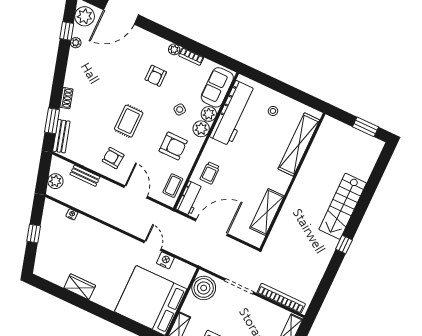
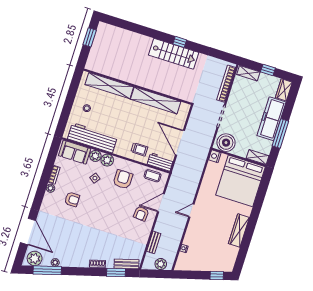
window: (67, 31) -> (47, 270), width x2.17
rug: (129, 121) -> (109, 215), removed
armchair: (113, 158) -> (141, 214), moved
stairs: (343, 206) -> (174, 54), moved
shelving: (267, 212) -> (156, 100), width x1.47
window: (34, 234) -> (217, 276), moved
door: (153, 246) -> (191, 211), moved
nightstand: (165, 260) -> (215, 156), moved
wardrobe: (80, 287) -> (239, 230), width x1.50

